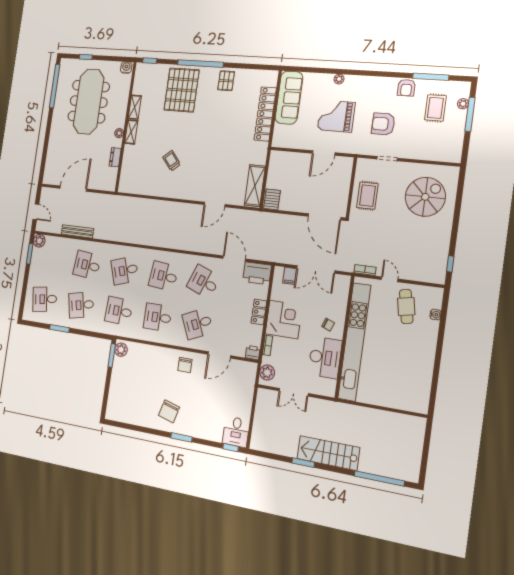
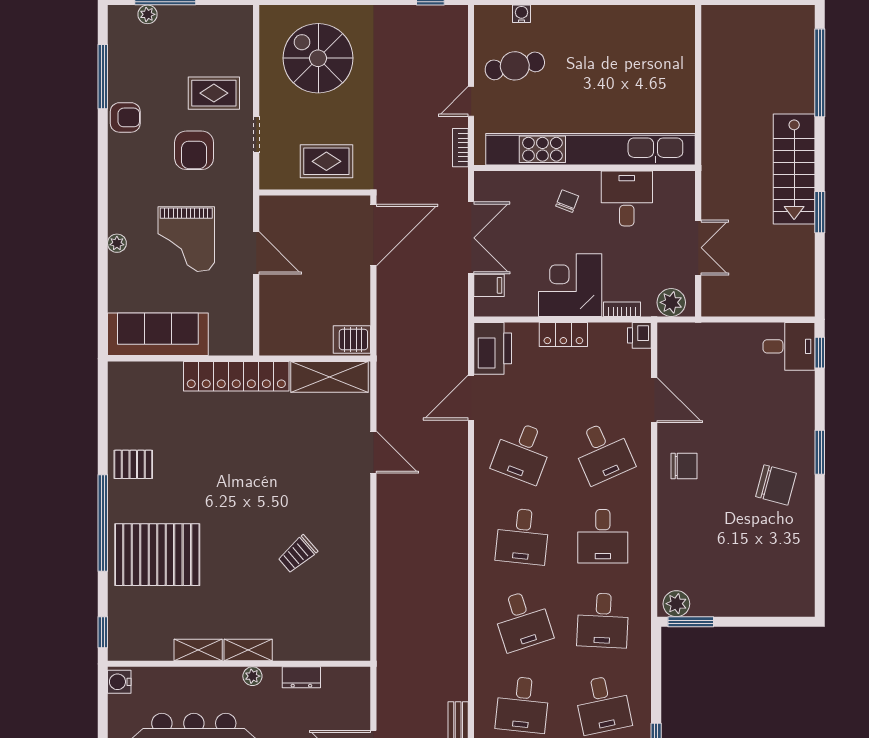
rug: (435, 108) -> (214, 93), moved
locker: (265, 114) -> (236, 376), moved
desk: (325, 358) -> (627, 199), width x0.73

